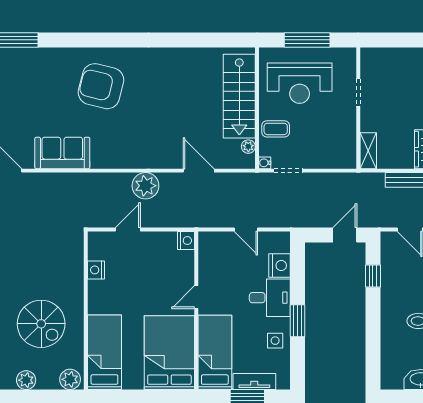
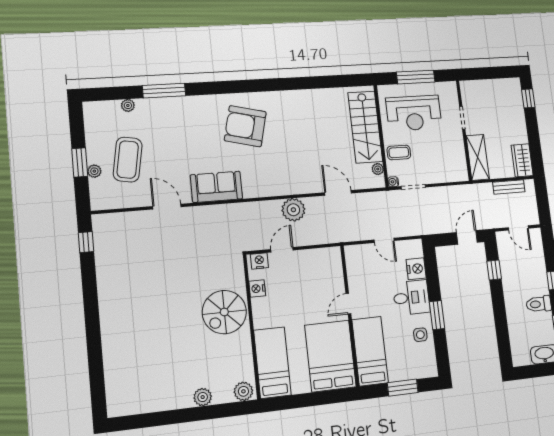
shelving: (368, 151) -> (478, 157), width x1.50, depth x1.33
nightstand: (186, 241) -> (259, 261), moved, turned -90
spiral stairs: (41, 324) -> (224, 312), moved, turned 90
tv unit: (254, 382) -> (407, 373), removed

